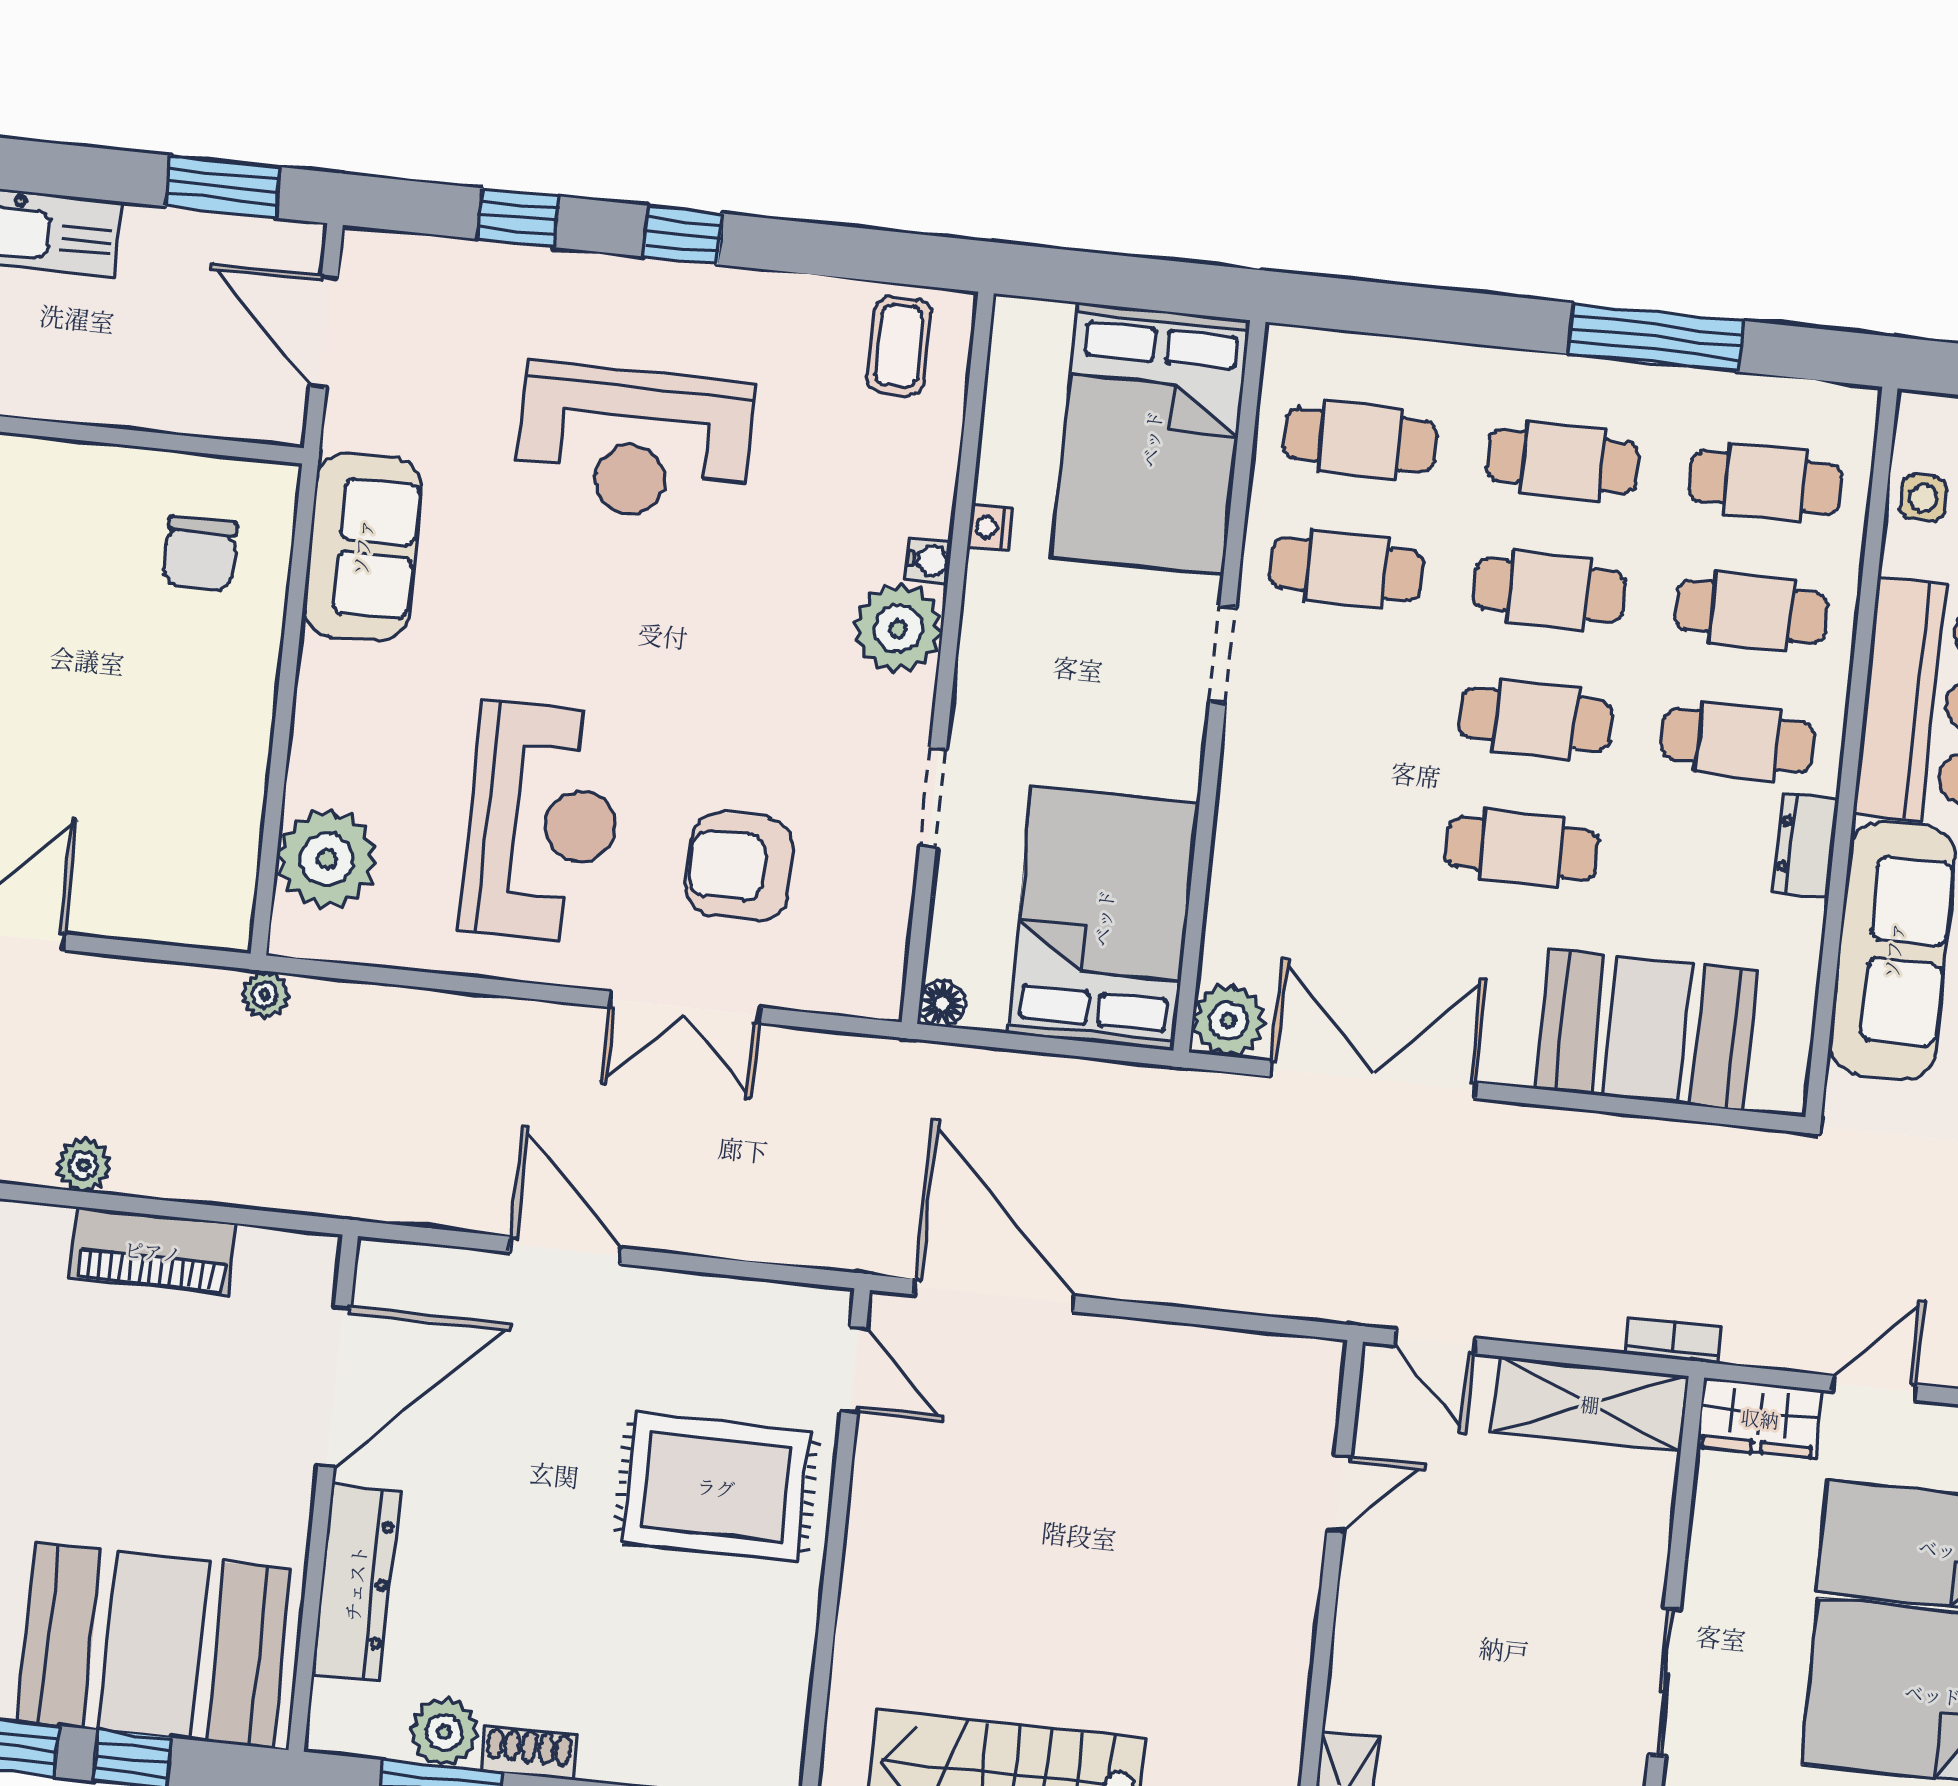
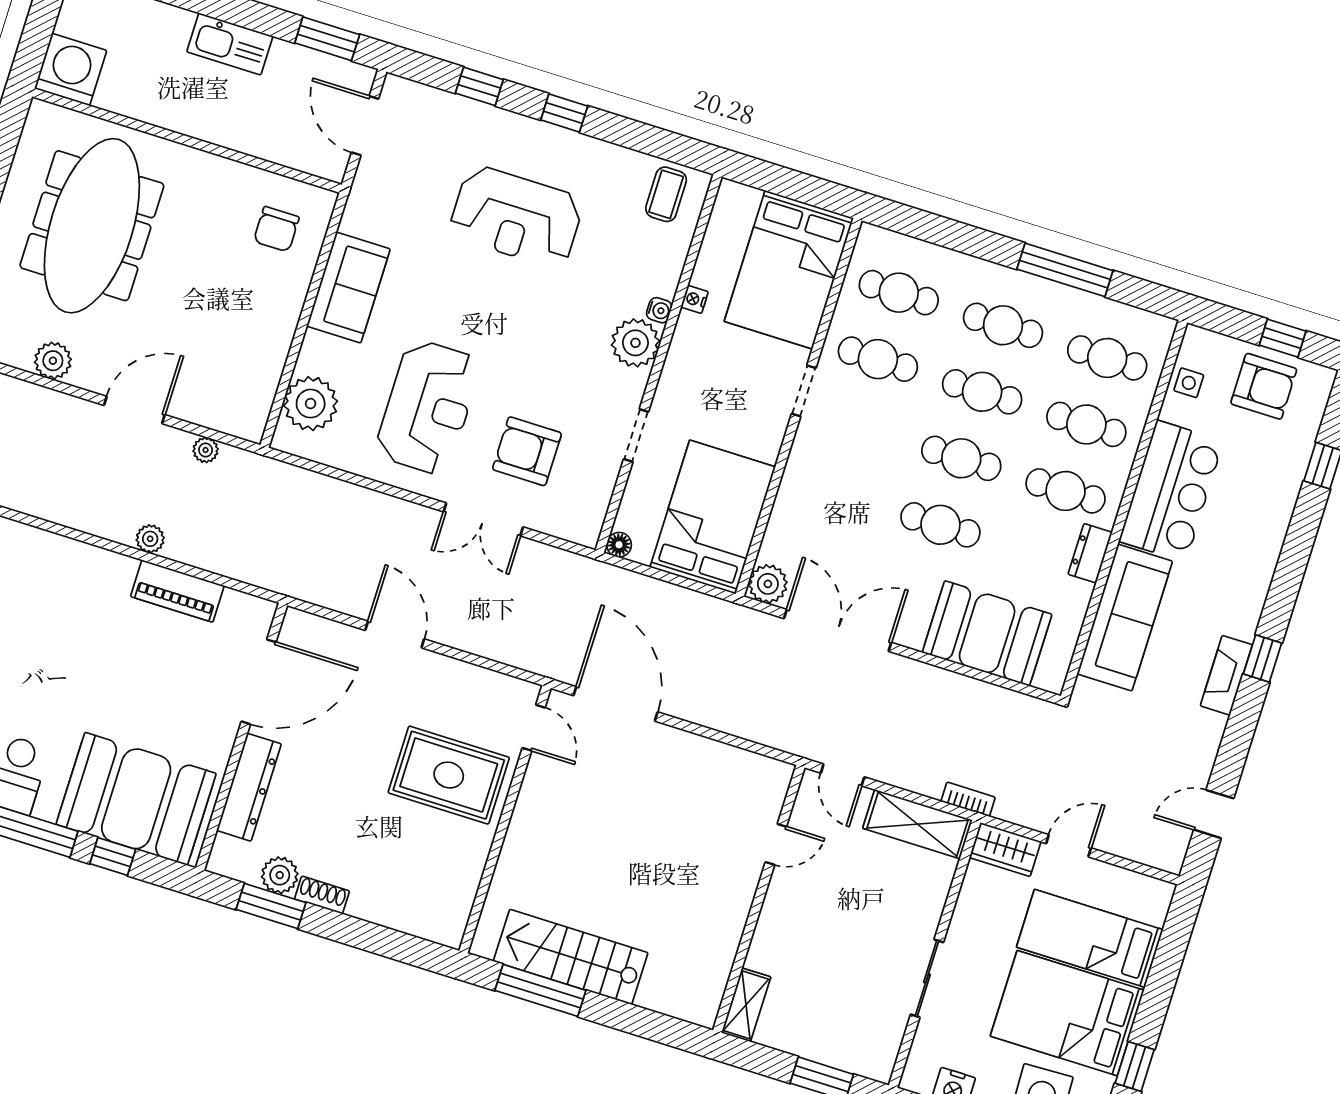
sofa: (362, 547) -> (348, 288), moved
plant: (265, 995) -> (206, 450), moved

